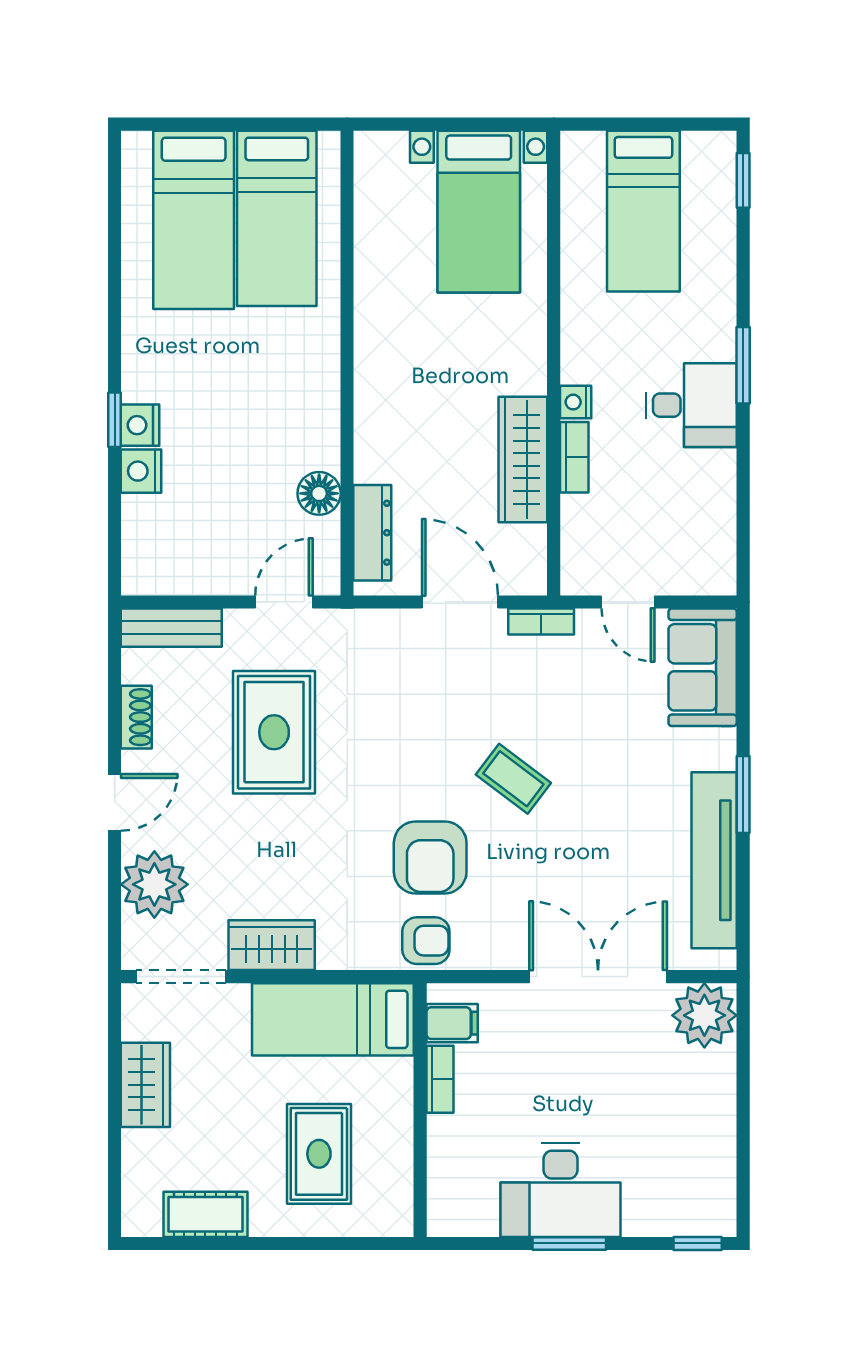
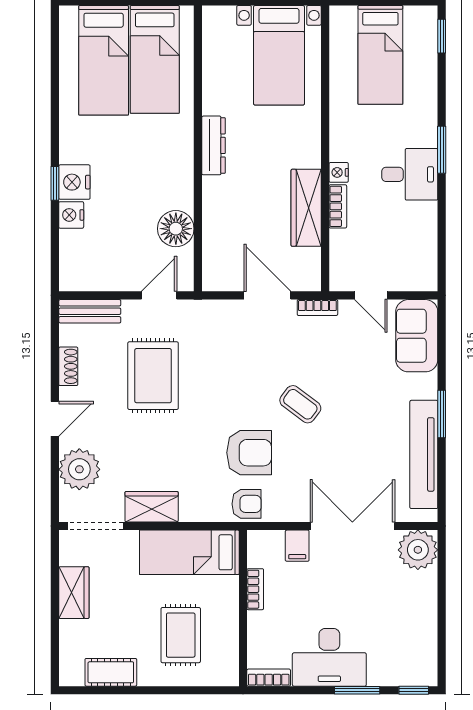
nightstand: (140, 425) -> (74, 182), width x1.36, depth x1.33
floor lamp: (319, 493) -> (176, 229), width x1.38, depth x1.38
dresser: (372, 533) -> (213, 145), moved
armchair: (430, 857) -> (249, 453), turned -90
filing cabinet: (452, 1023) -> (297, 546), moved, turned 90
bookcase: (462, 1223) -> (269, 678), added
window: (569, 1243) -> (357, 690), moved

